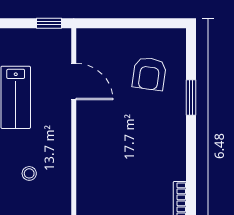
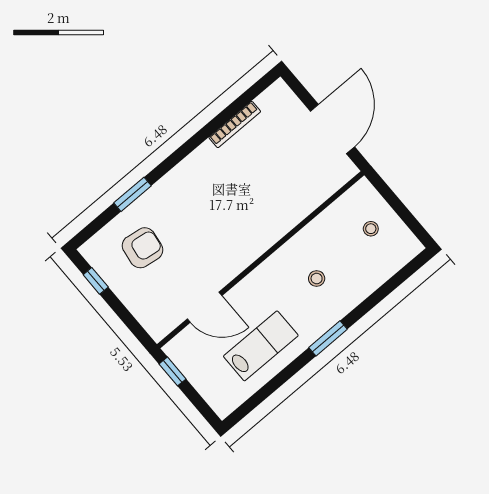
window: (154, 23) -> (96, 281), added
door: (74, 82) -> (205, 307), swing flipped

